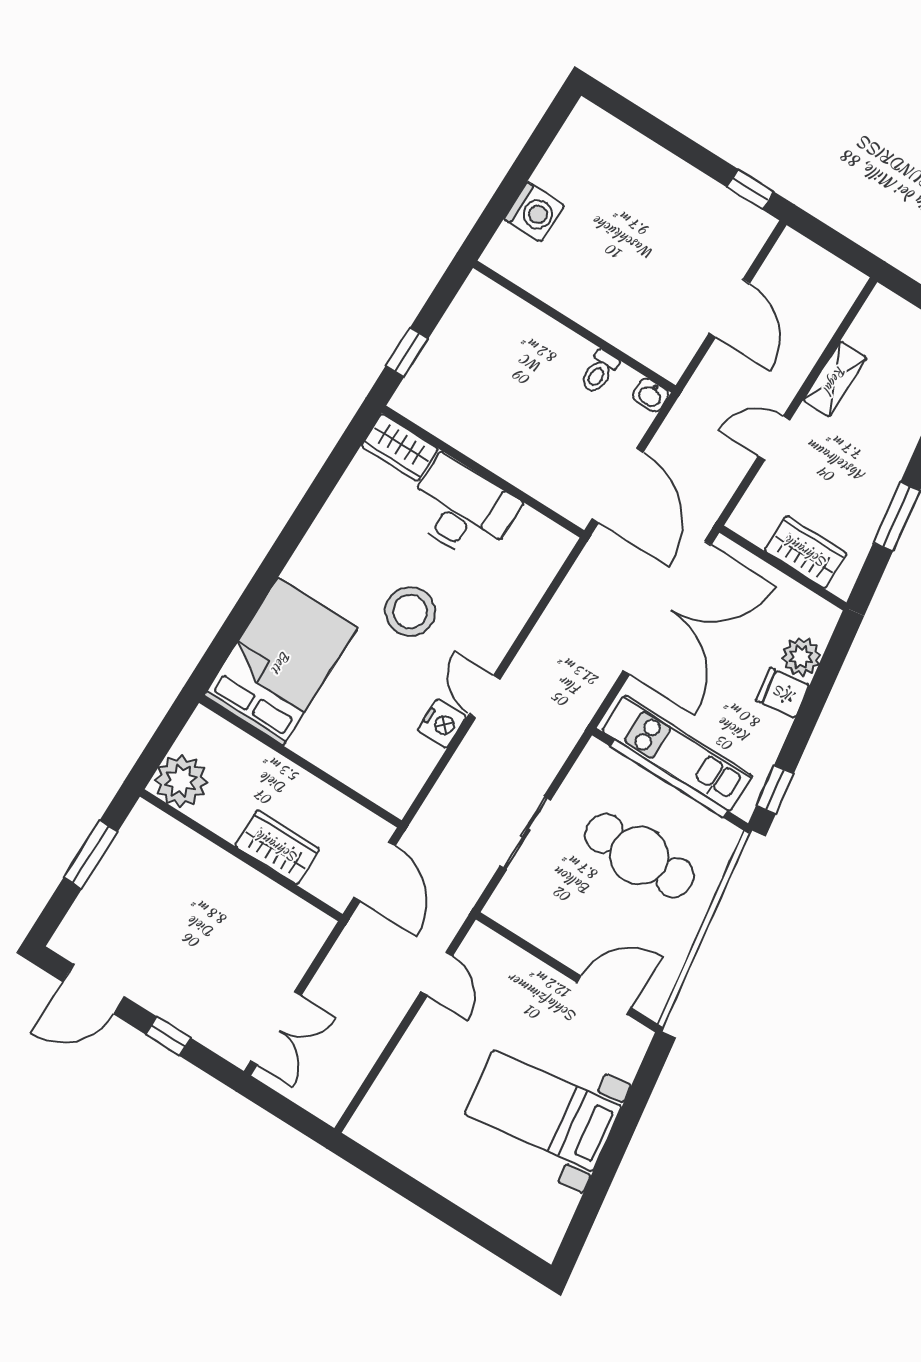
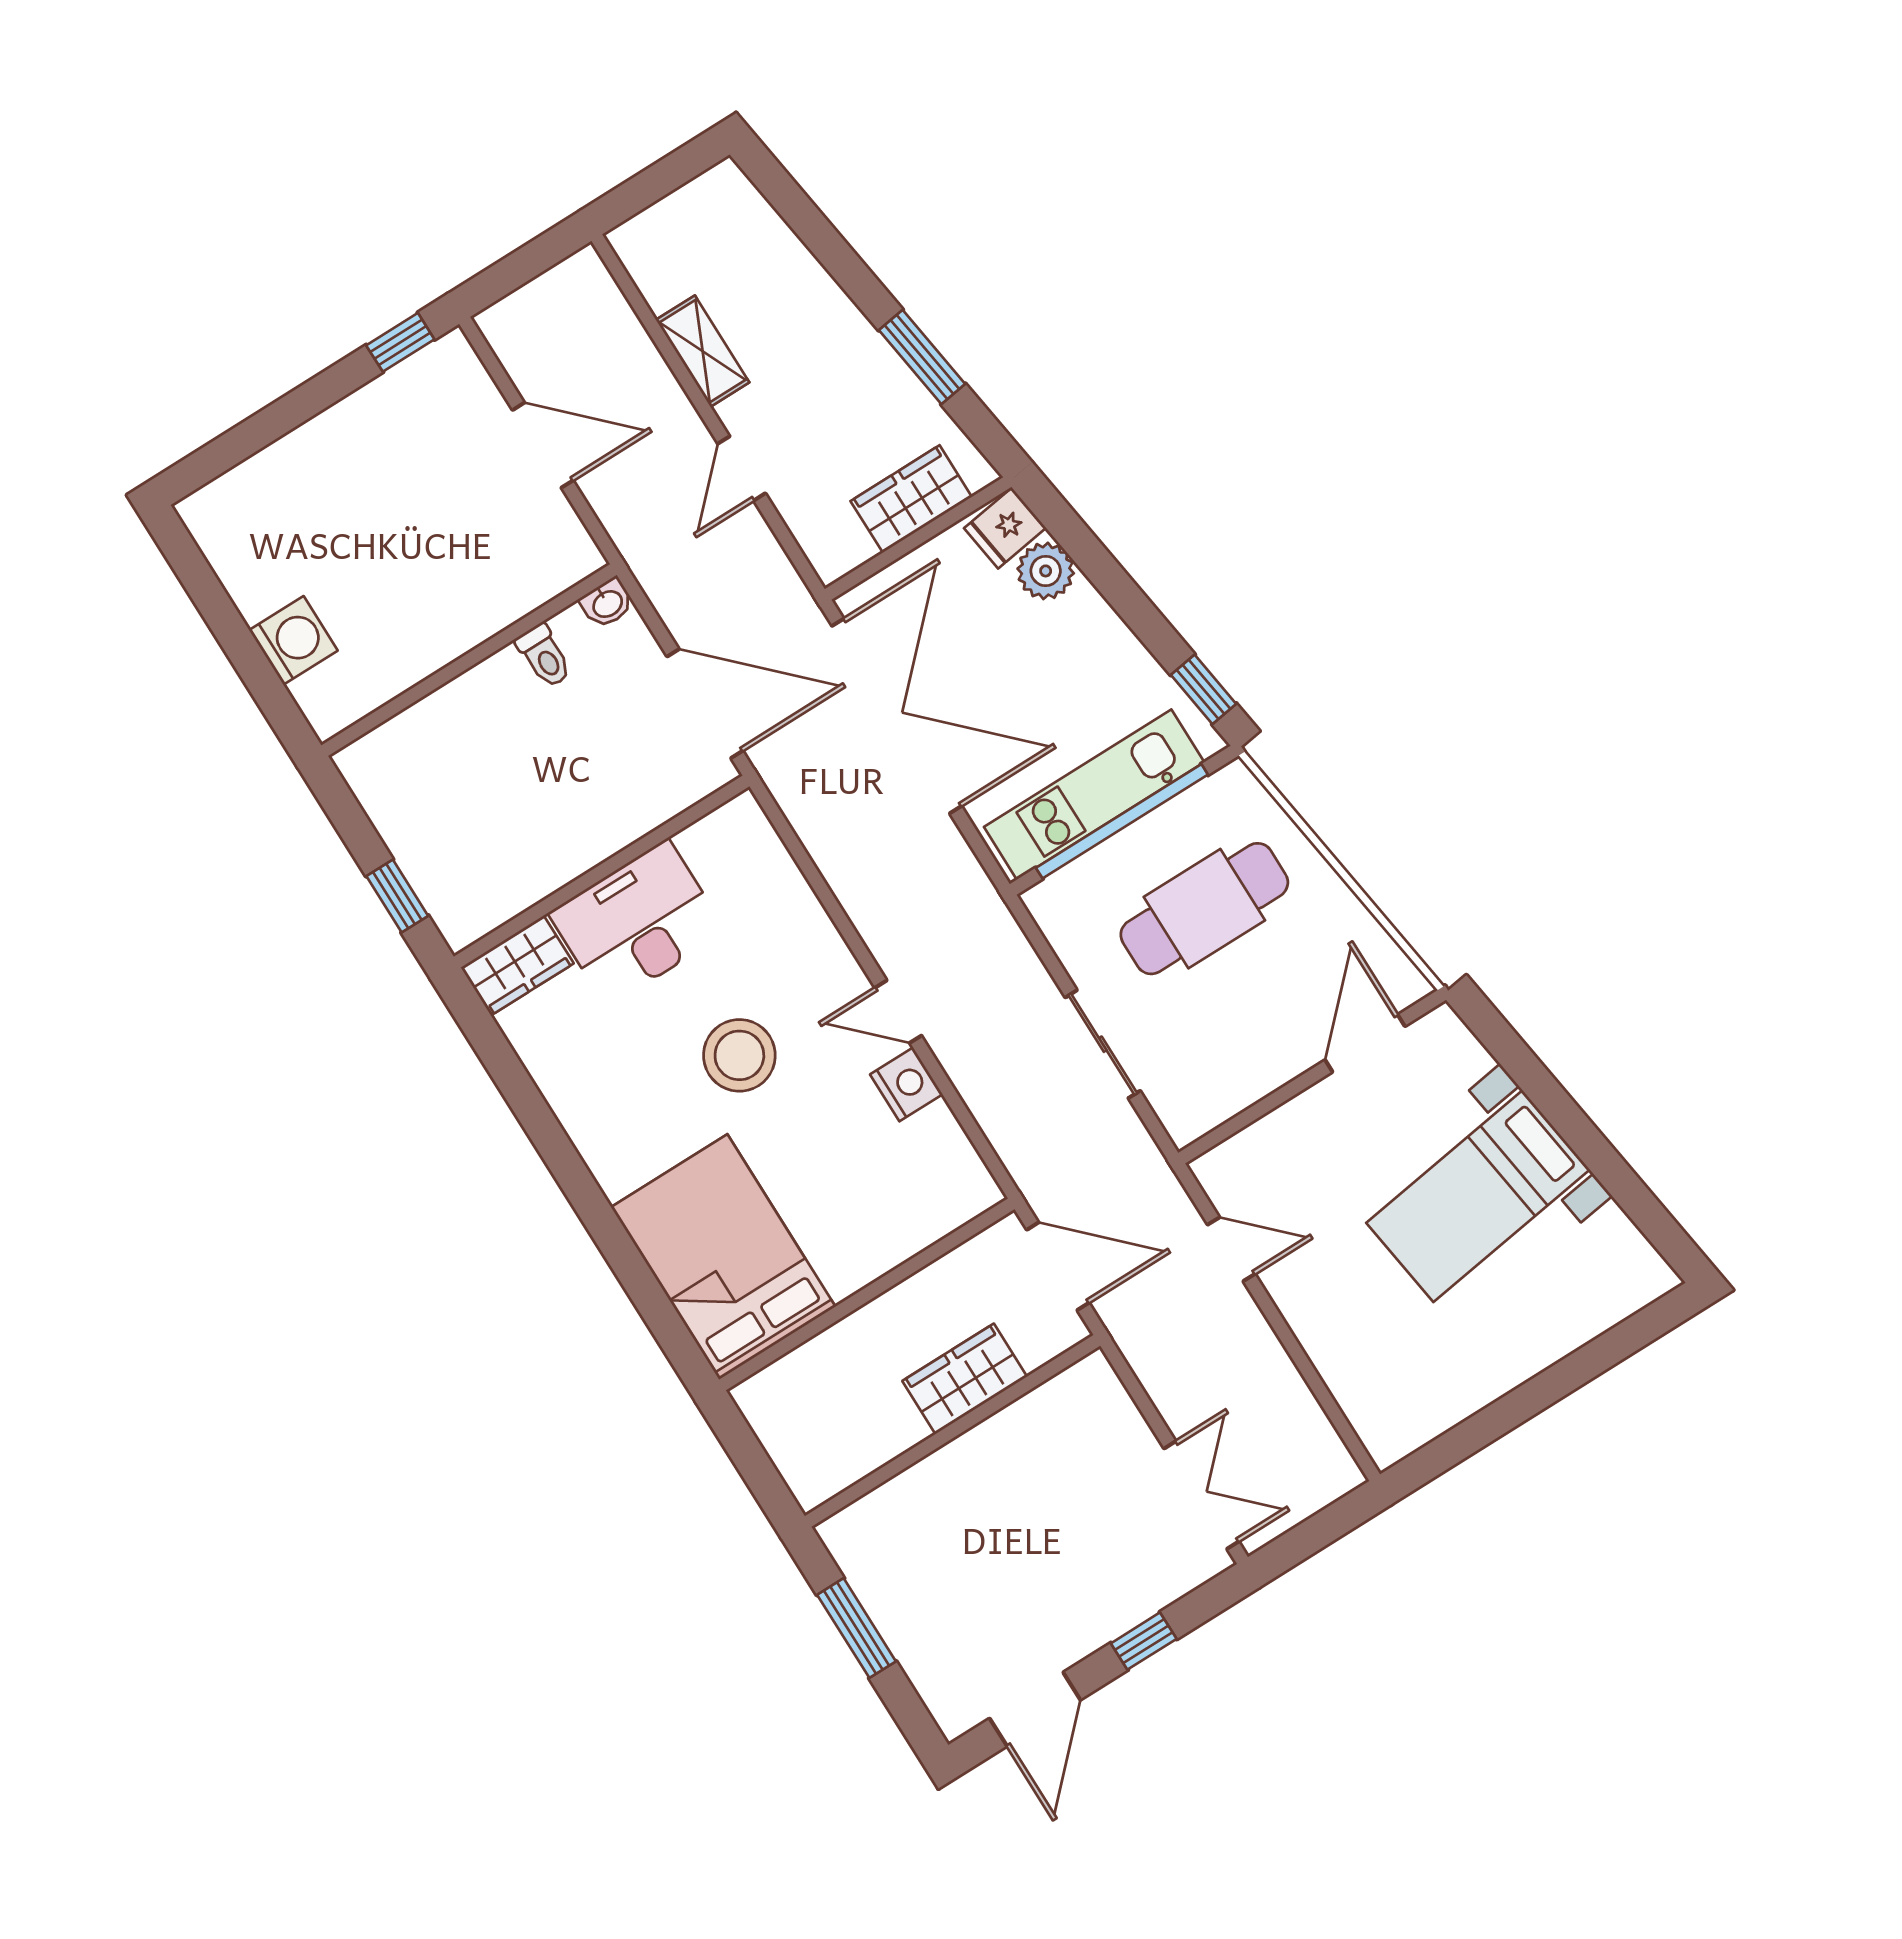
fridge: (783, 693) -> (1005, 528), moved
plant: (181, 781) -> (817, 1463), removed

